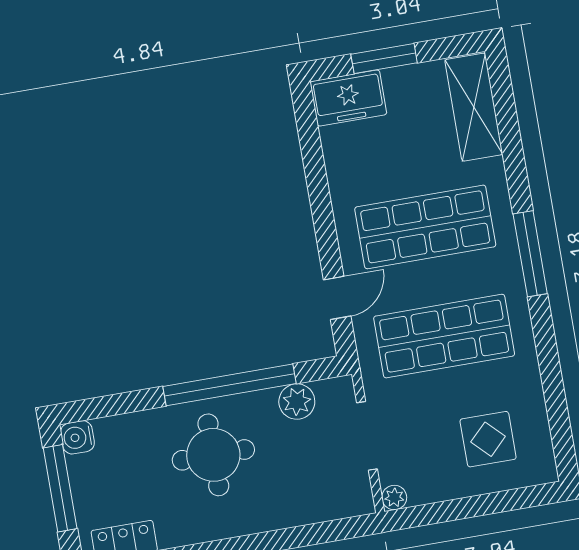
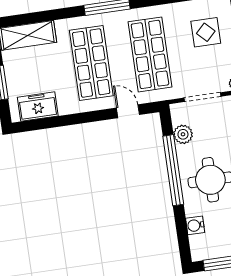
freezer: (348, 98) -> (38, 107), moved, turned -90
water cooler: (77, 437) -> (195, 225), moved, turned 90

